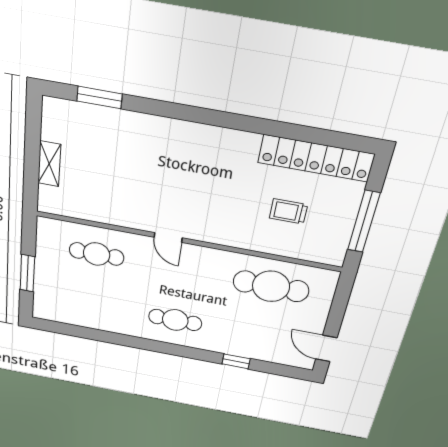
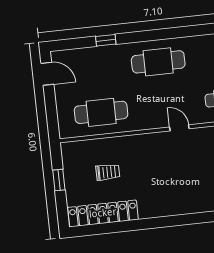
window: (364, 222) -> (59, 180), width x0.46
cafe table: (175, 320) -> (158, 62), width x1.37, depth x1.35

